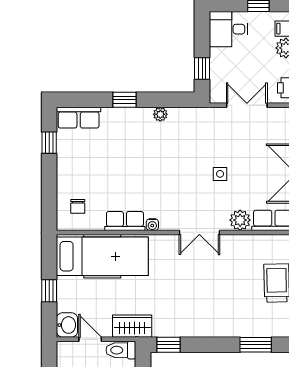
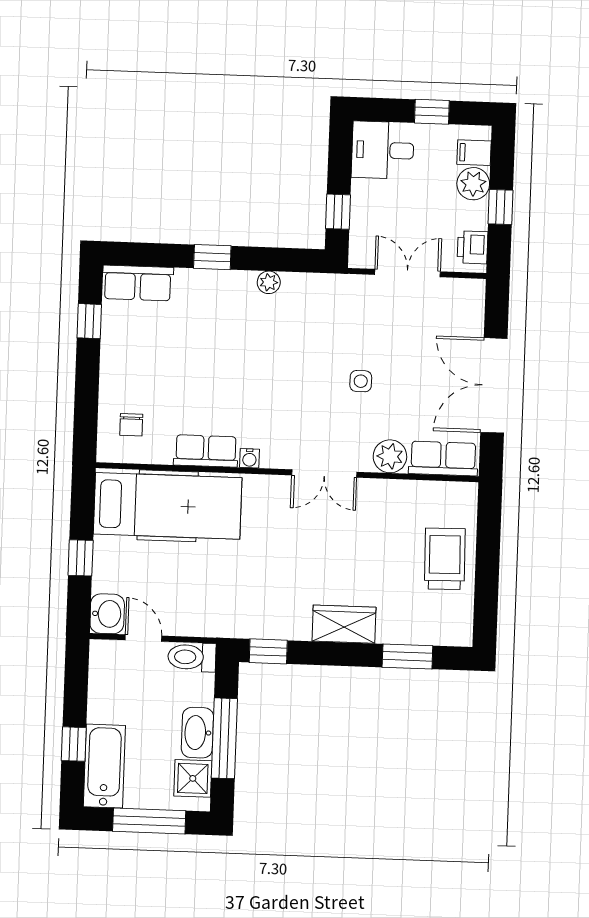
wardrobe: (132, 326) -> (344, 624), moved

